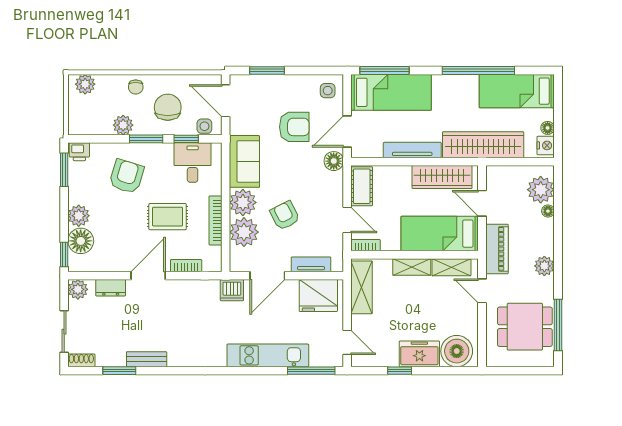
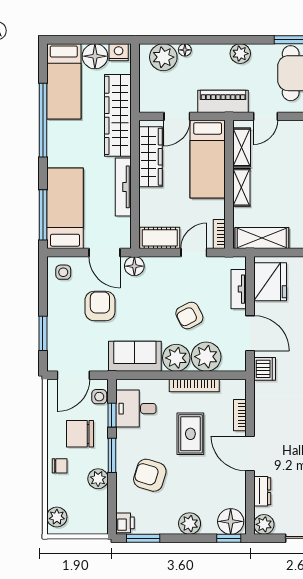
floor lamp: (548, 128) -> (95, 56), width x1.89, depth x1.89
floor lamp: (81, 241) -> (231, 521), moved

